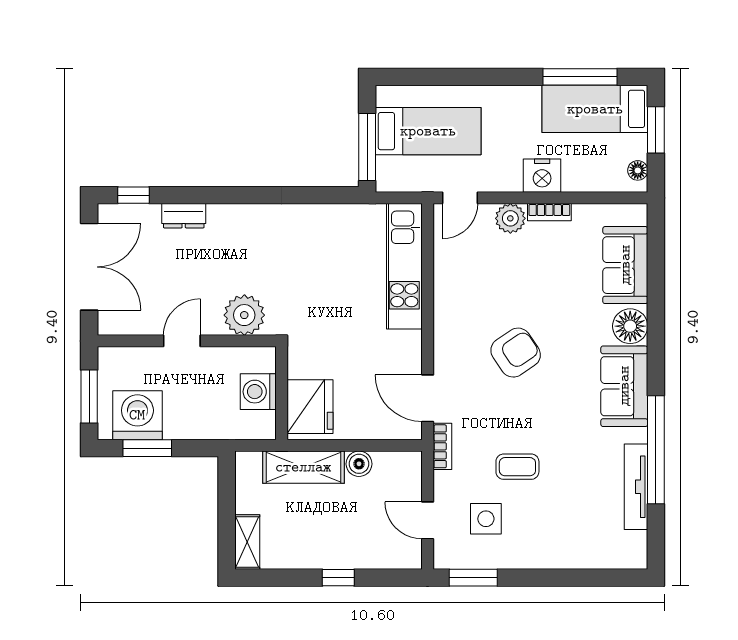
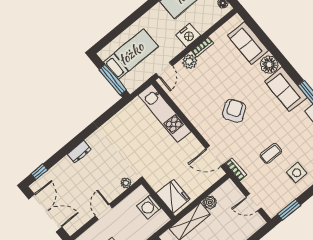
dresser: (184, 216) -> (79, 152), moved
plant: (244, 315) -> (126, 183), width x0.53, depth x0.53
side table: (486, 519) -> (297, 173), moved

